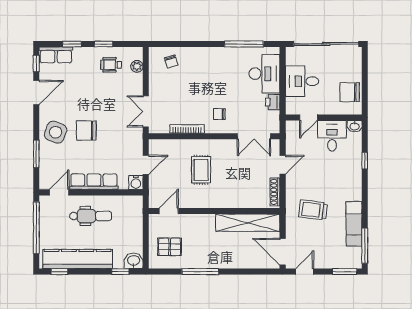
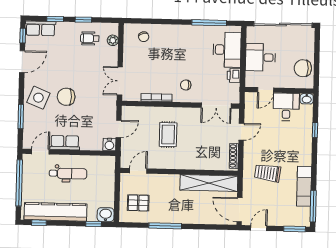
row of seats: (94, 182) -> (65, 143), width x0.68

